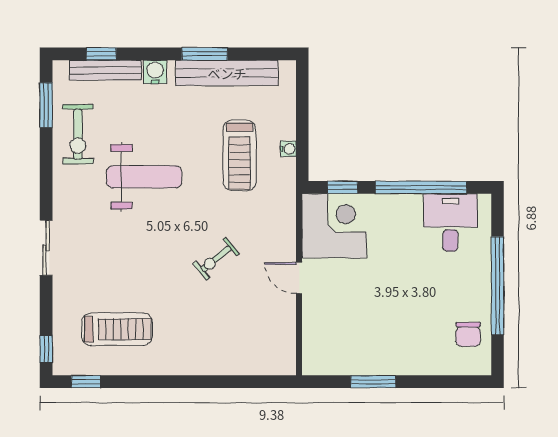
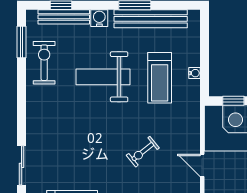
exercise bike: (78, 134) -> (44, 63), turned 180
weight bench: (144, 177) -> (103, 77), moved, turned 180
sliding door: (46, 248) -> (22, 165), moved

